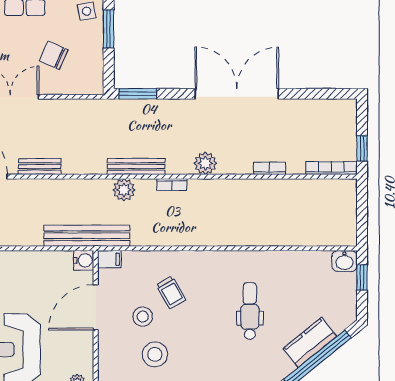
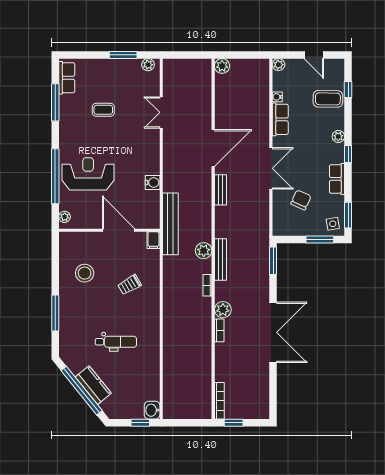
bookcase: (270, 168) -> (219, 330), moved
water cooler: (84, 260) -> (153, 183), moved, turned -90
stool: (143, 317) -> (112, 264), removed

